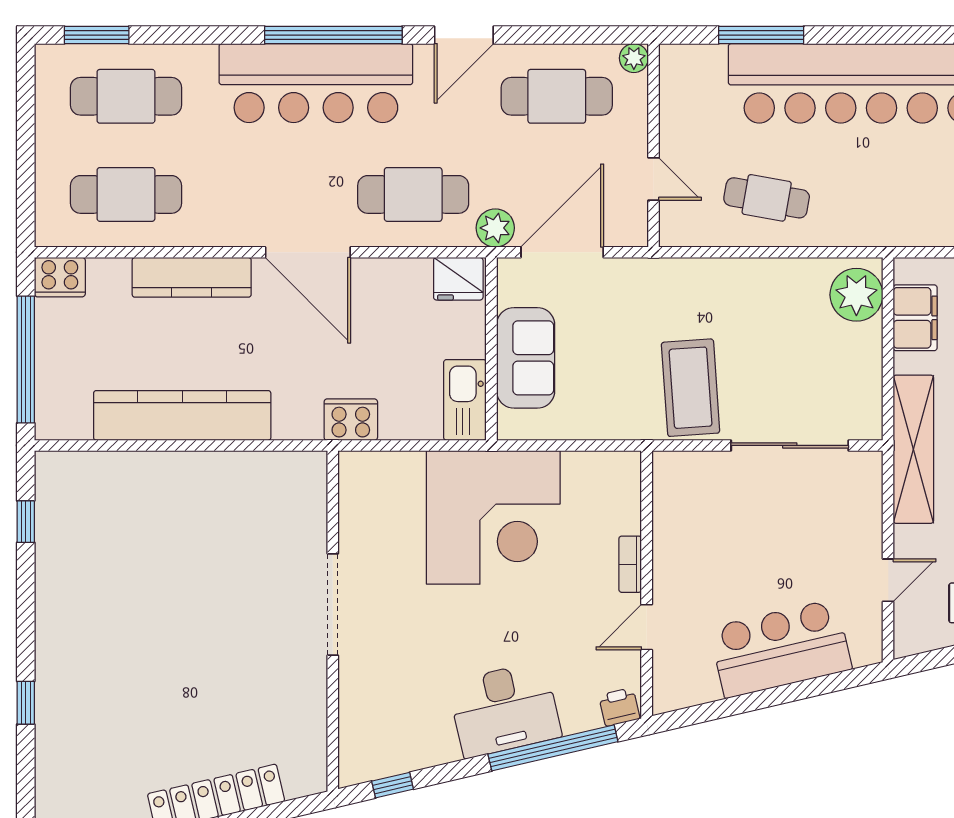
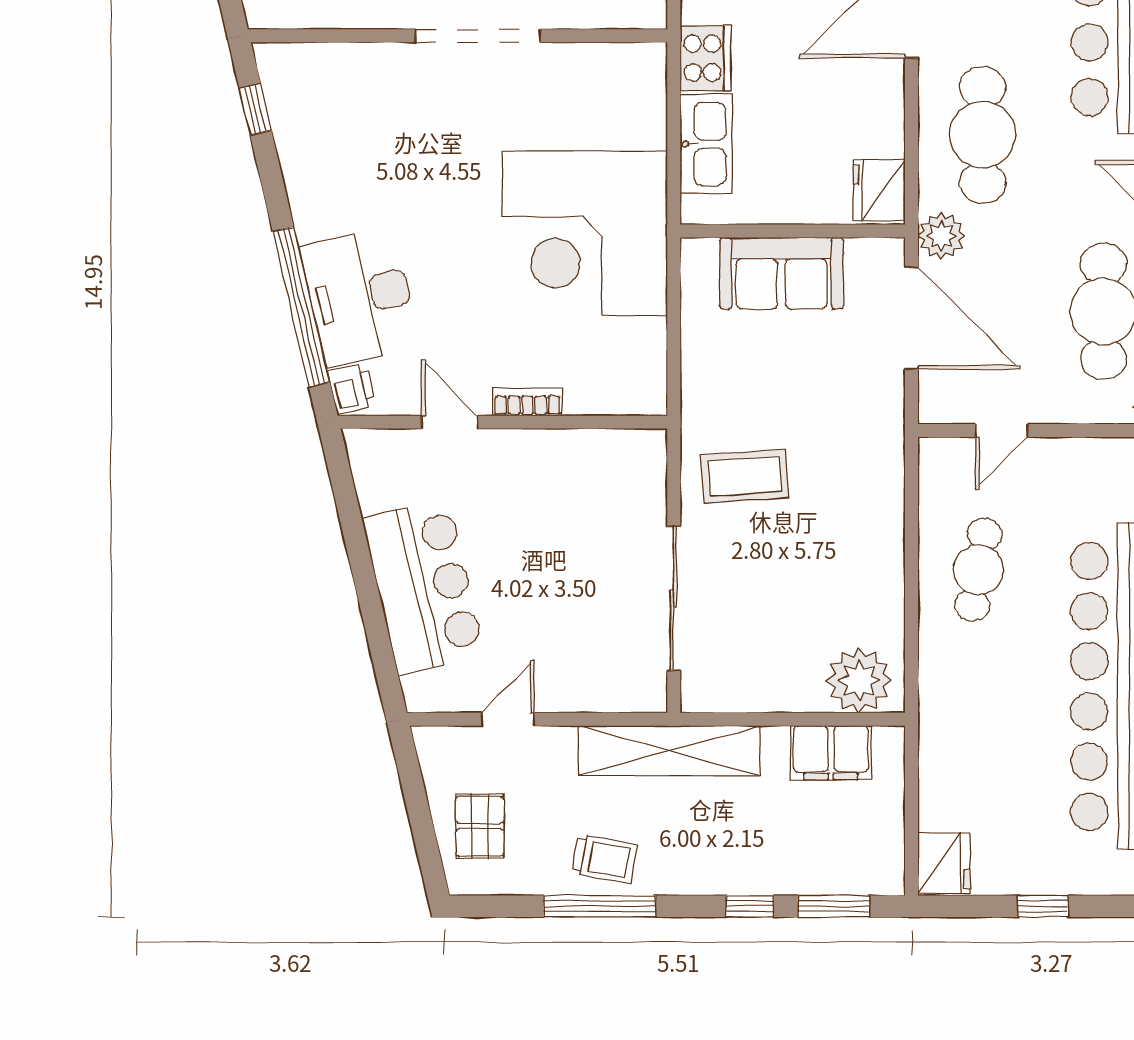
coffee table: (691, 388) -> (745, 476), width x0.73, depth x0.76
kitchen sink: (465, 400) -> (706, 144), moved, turned 90
door: (888, 580) -> (508, 719), swing flipped
desk: (505, 709) -> (360, 297), moved

